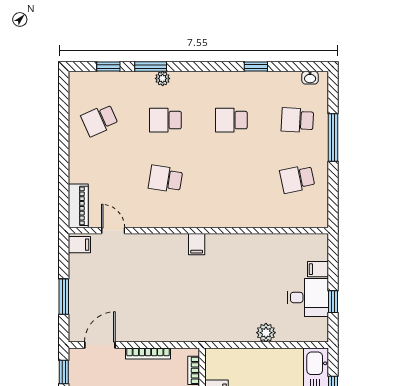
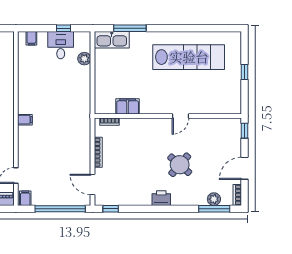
filing cabinet: (318, 269) -> (31, 38), moved
window: (64, 297) -> (60, 209), width x2.11
plant: (266, 333) -> (84, 59), moved

